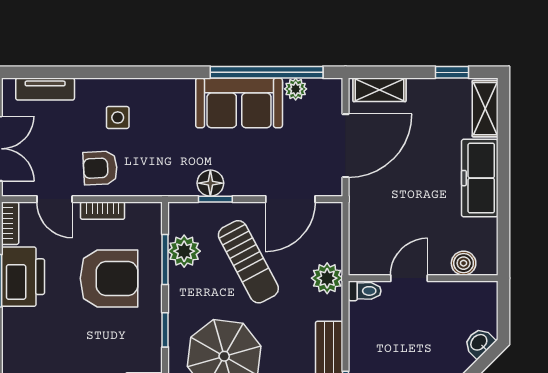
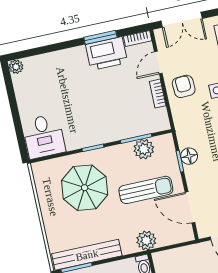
sun lounger: (248, 262) -> (146, 190), turned -152
armchair: (109, 278) -> (117, 107), removed

